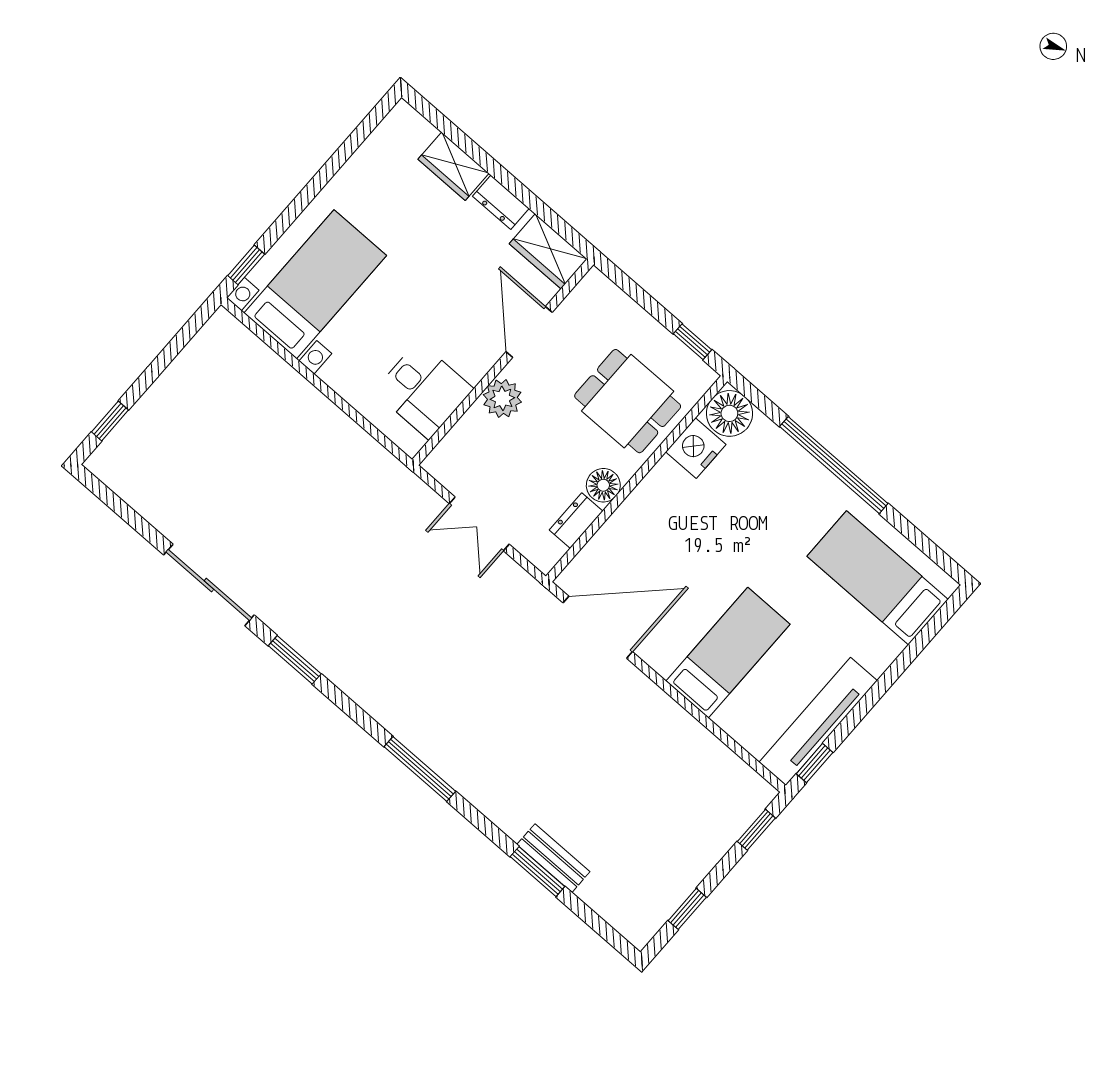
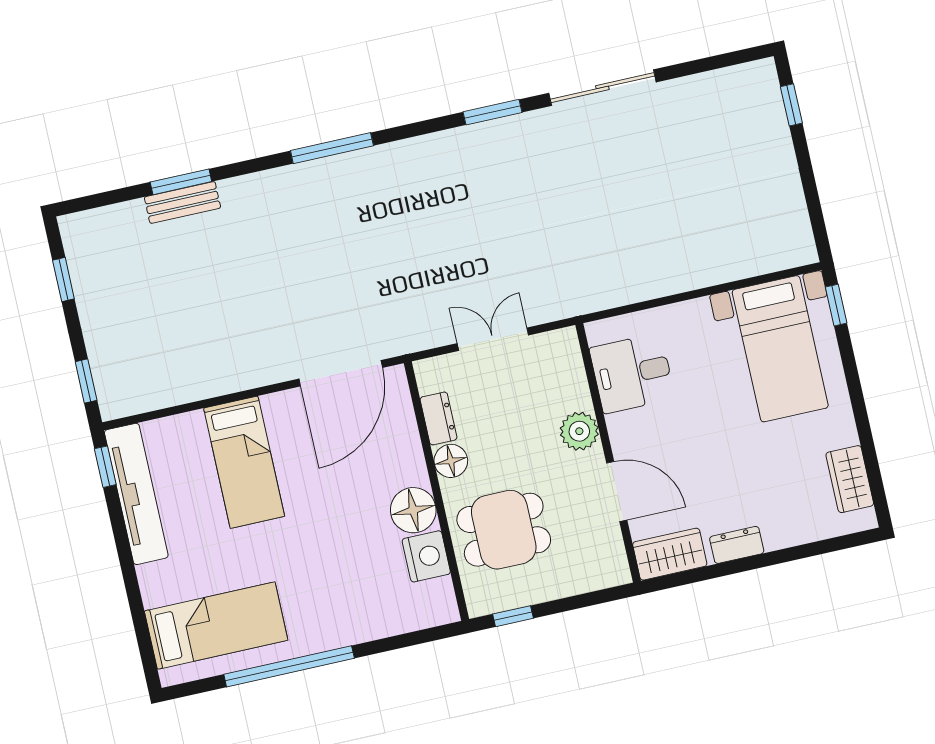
wardrobe: (453, 166) -> (850, 479), moved, turned -90
floor lamp: (729, 413) -> (413, 510), moved
window: (834, 465) -> (289, 666), moved

